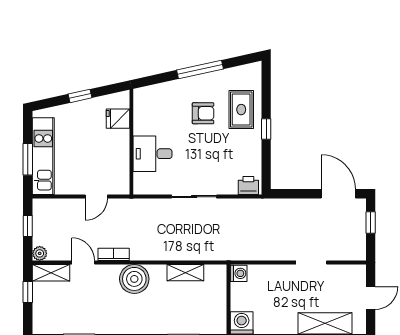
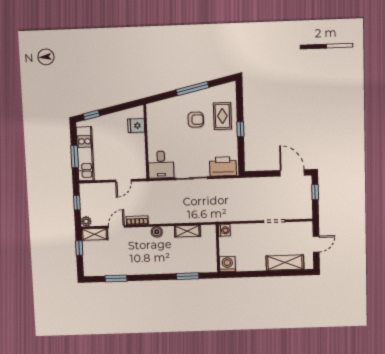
window: (80, 96) -> (91, 115), moved
desk: (153, 154) -> (161, 165), moved, turned -90
printer: (248, 186) -> (223, 166), width x1.87, depth x1.48
door: (83, 263) -> (116, 227), hinge flipped
boiler: (134, 279) -> (157, 232), width x0.54, depth x0.54

